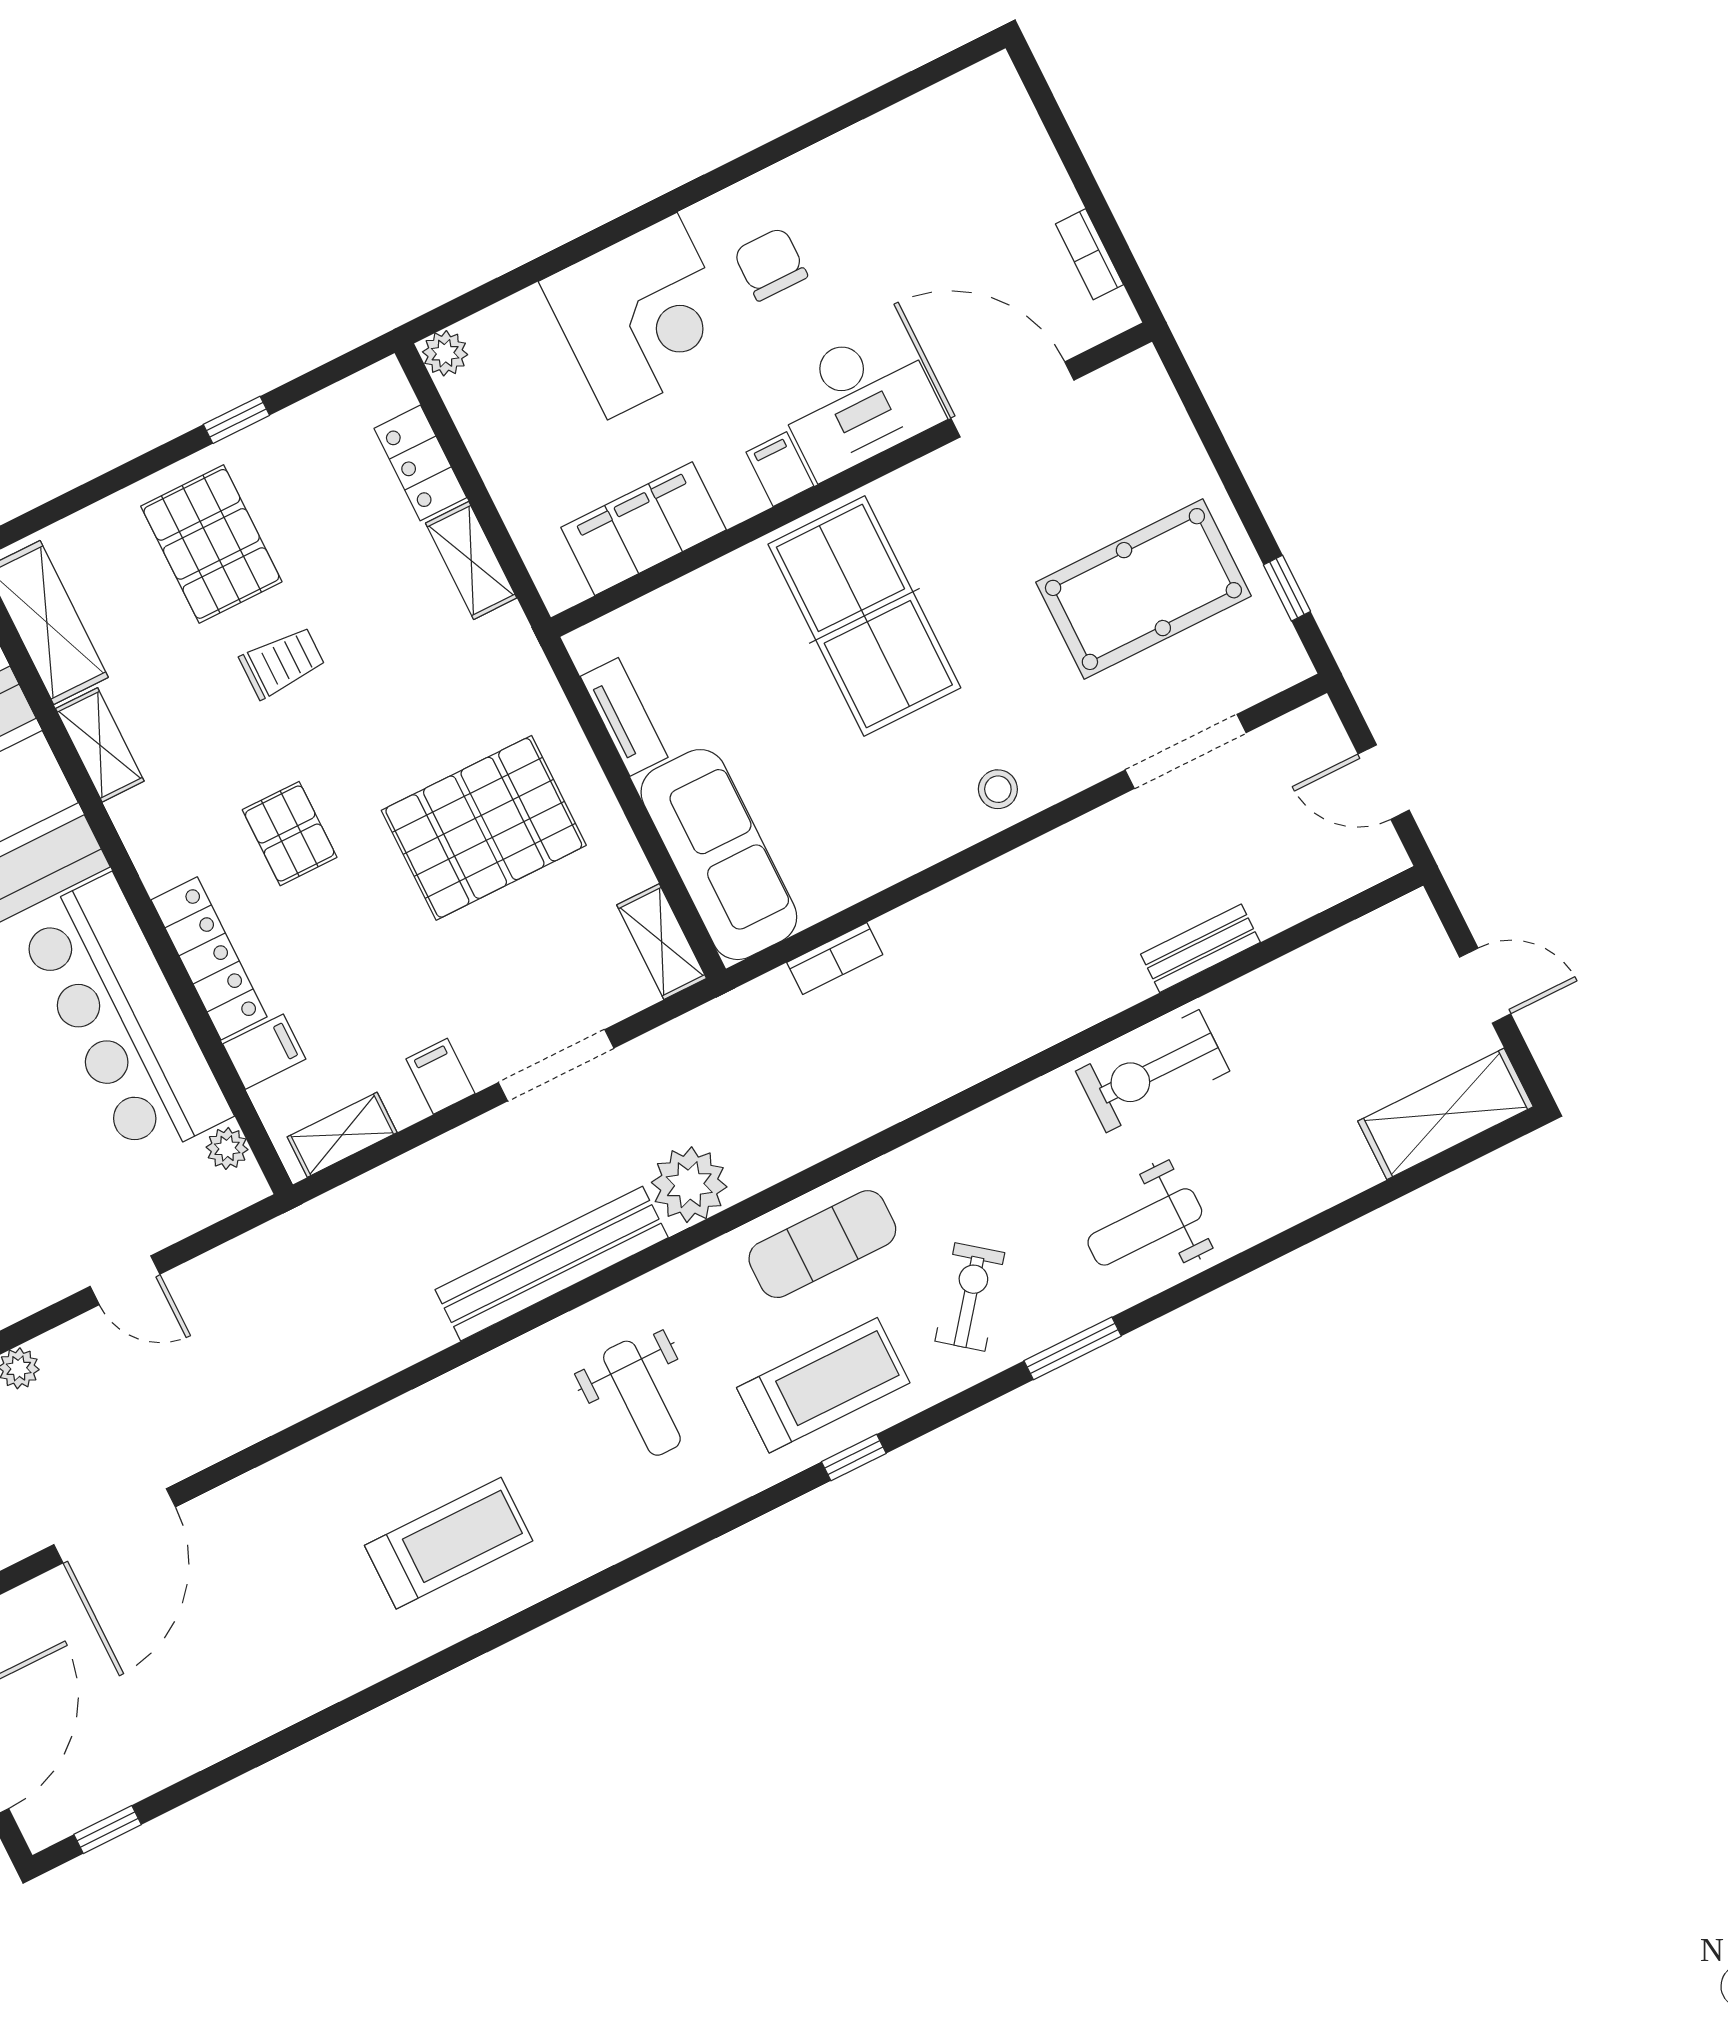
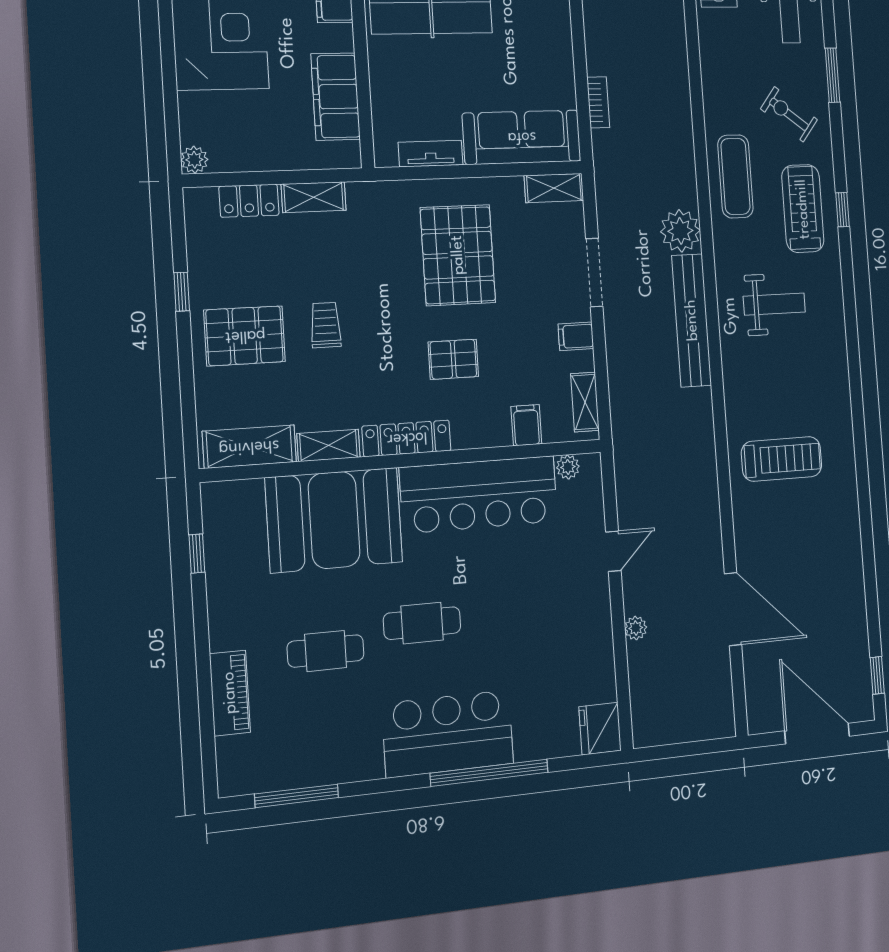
pallet: (290, 834) -> (453, 359), moved
locker: (209, 958) -> (407, 438), moved
treadmill: (449, 1543) -> (782, 459), moved, turned 90

